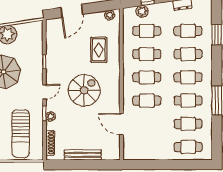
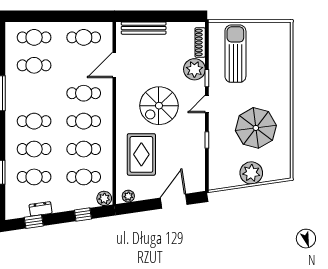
plant: (142, 11) -> (104, 198), moved
rug: (99, 50) -> (141, 154), width x1.36, depth x1.43
cafe table: (188, 101) -> (84, 37), moved
plant: (51, 116) -> (194, 69), width x1.88, depth x1.88
door: (121, 124) -> (114, 65), swing flipped
bench: (83, 155) -> (144, 28), moved

